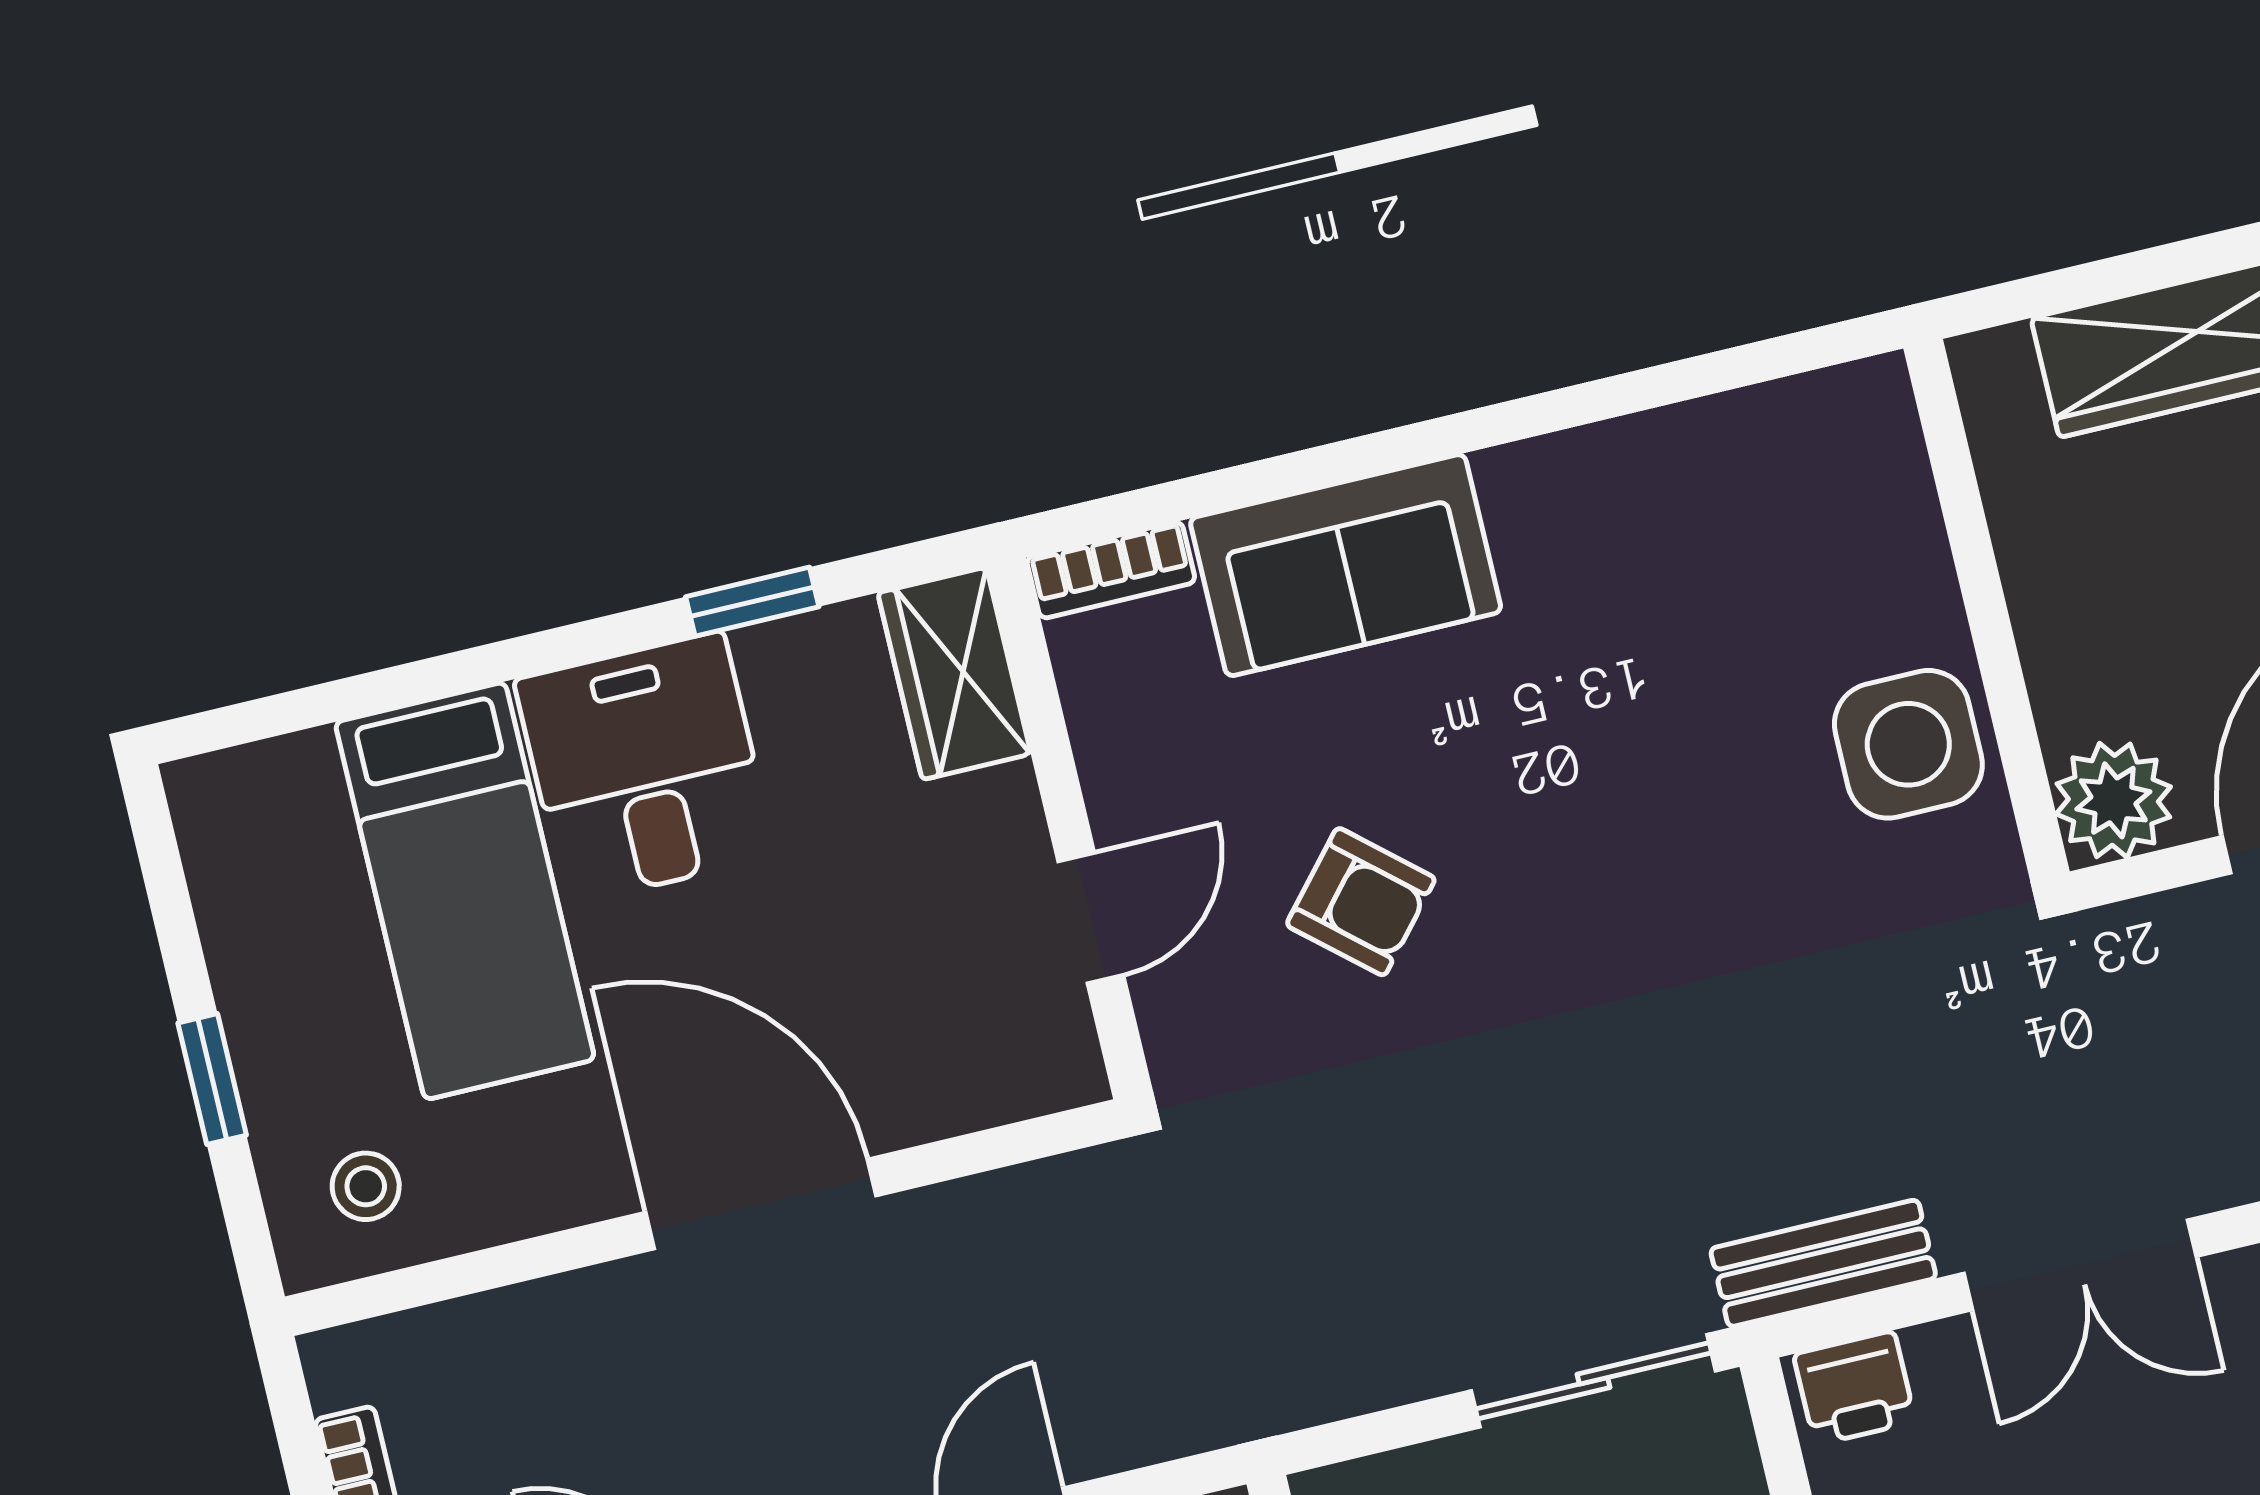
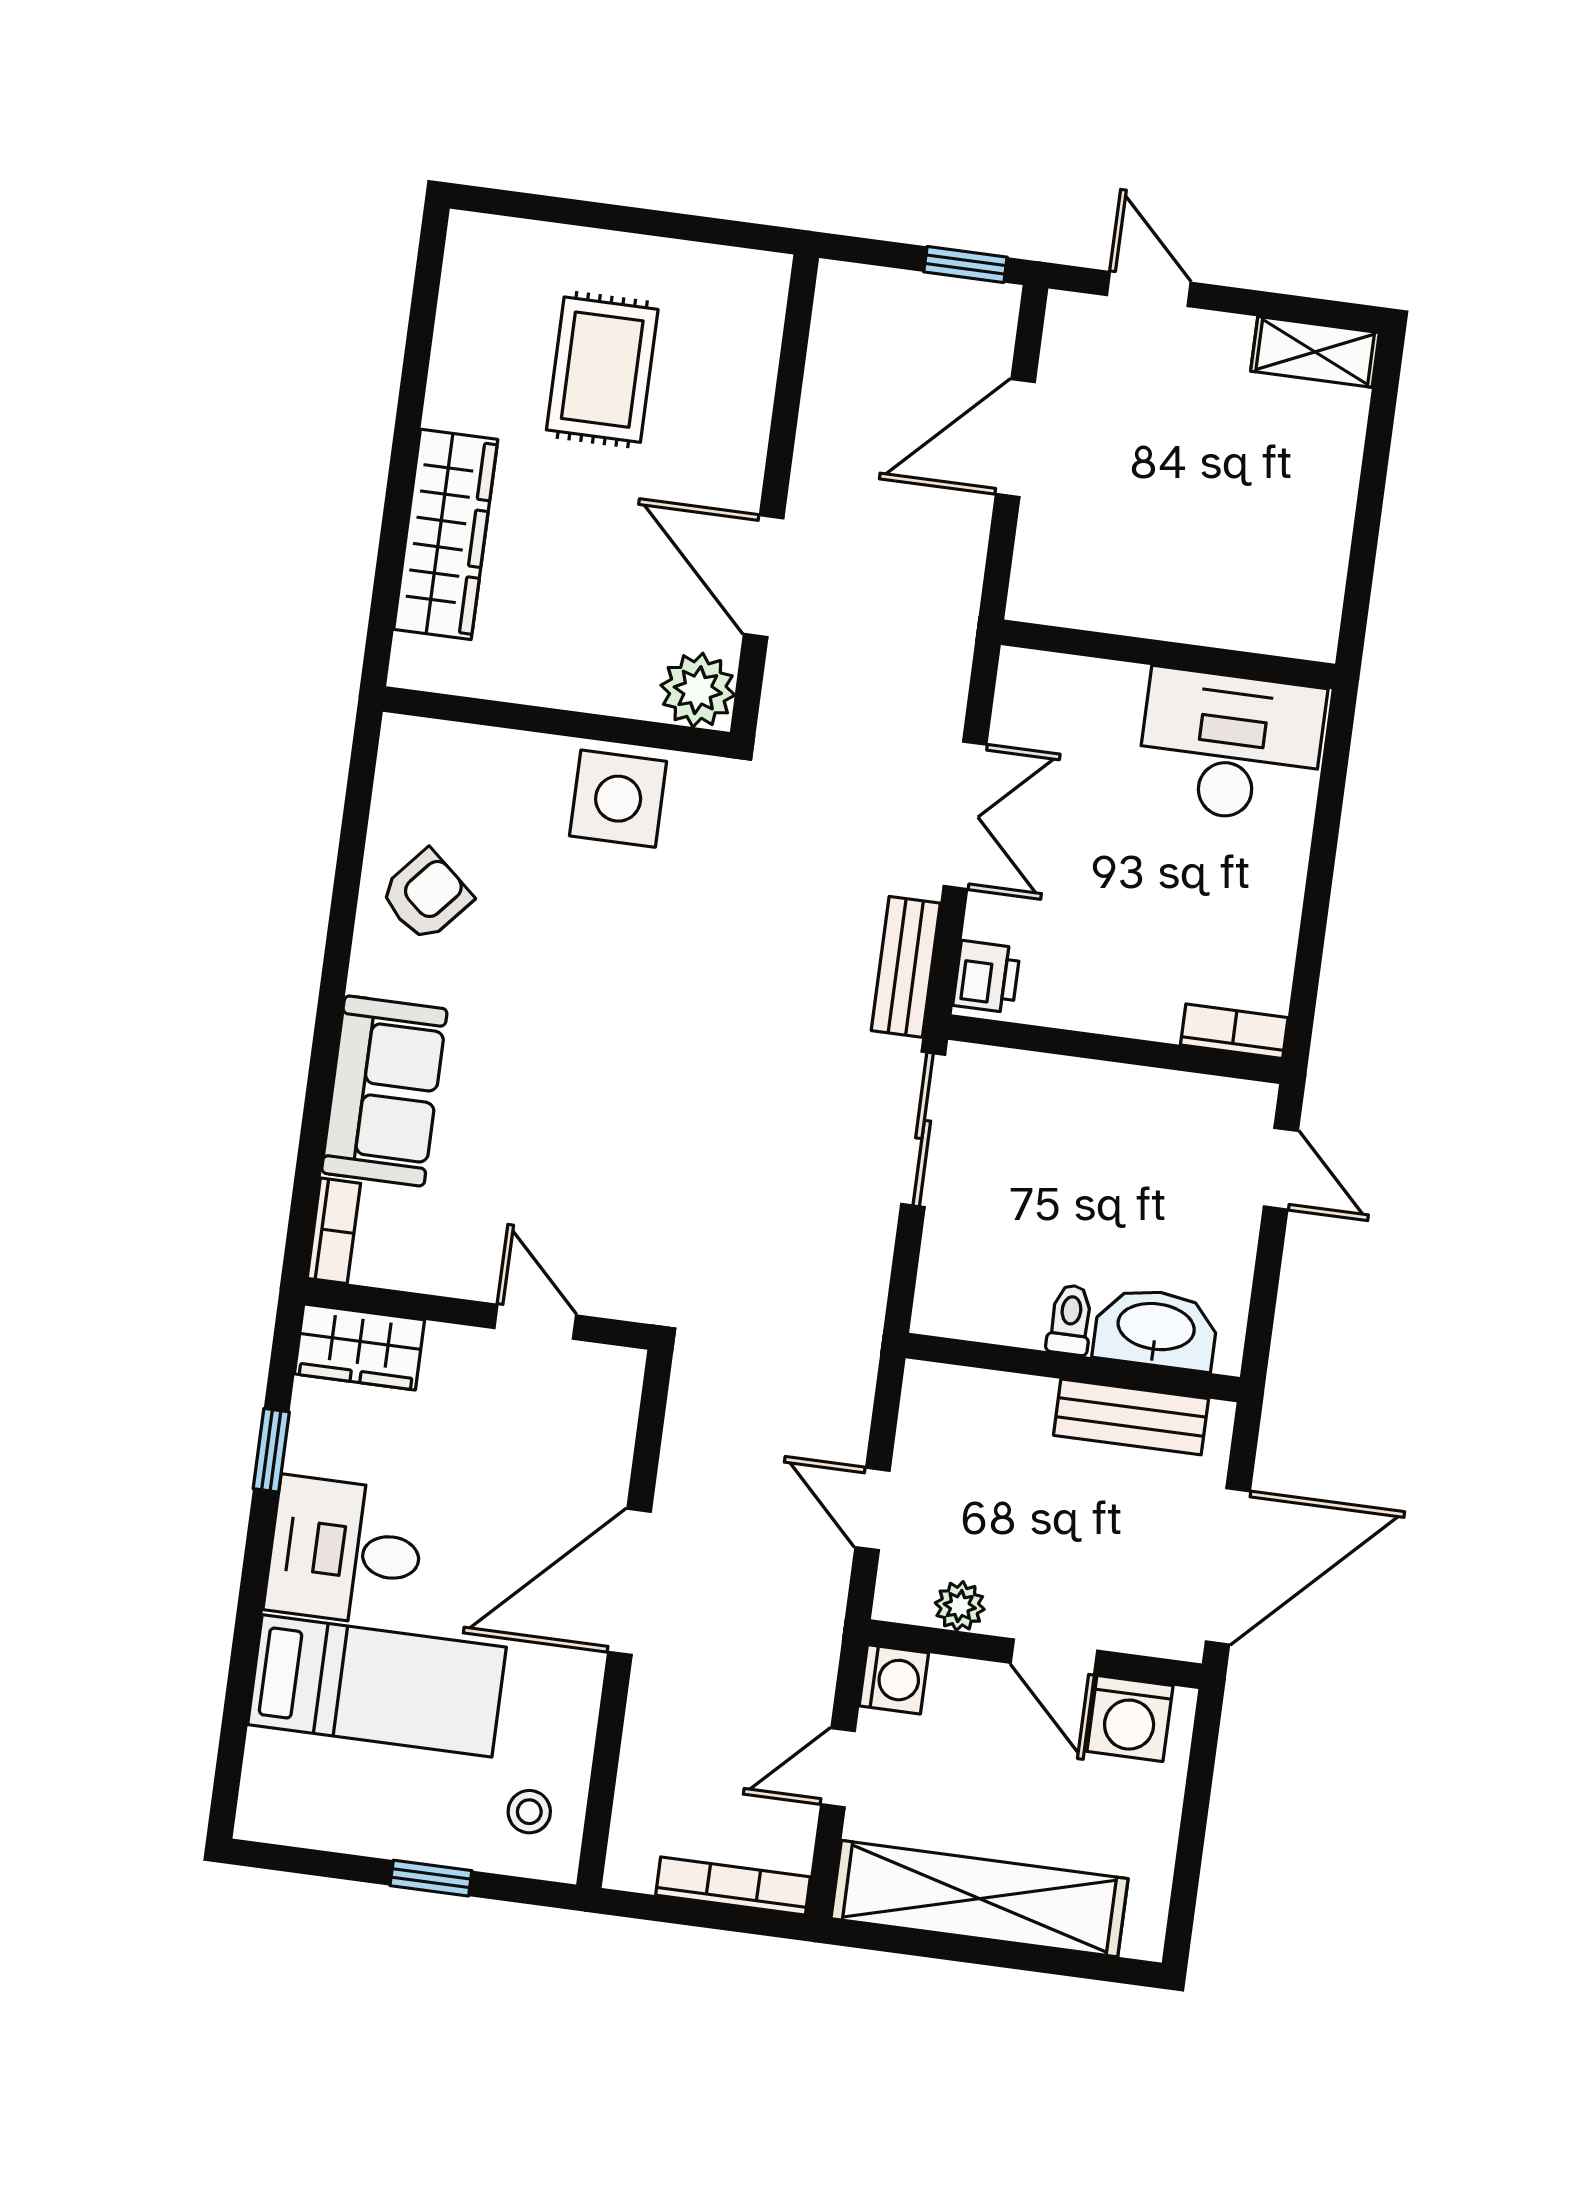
armchair: (1361, 902) -> (426, 895), moved

